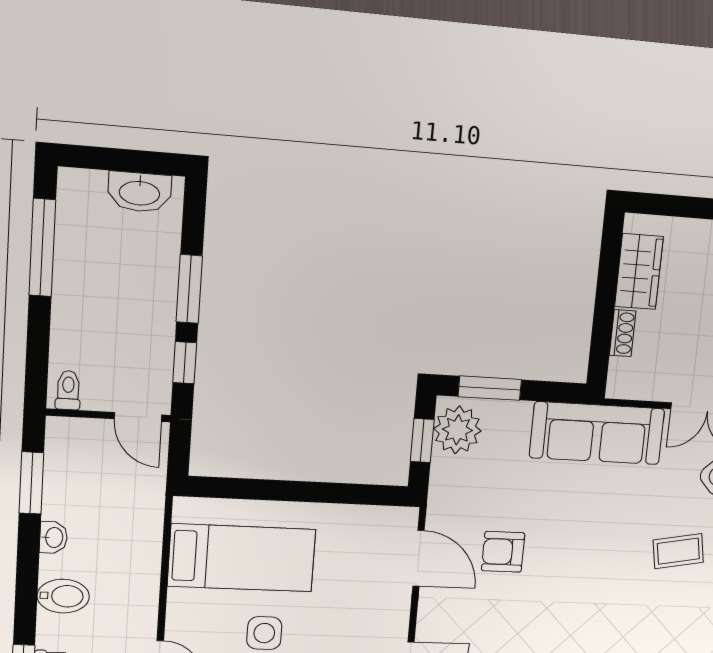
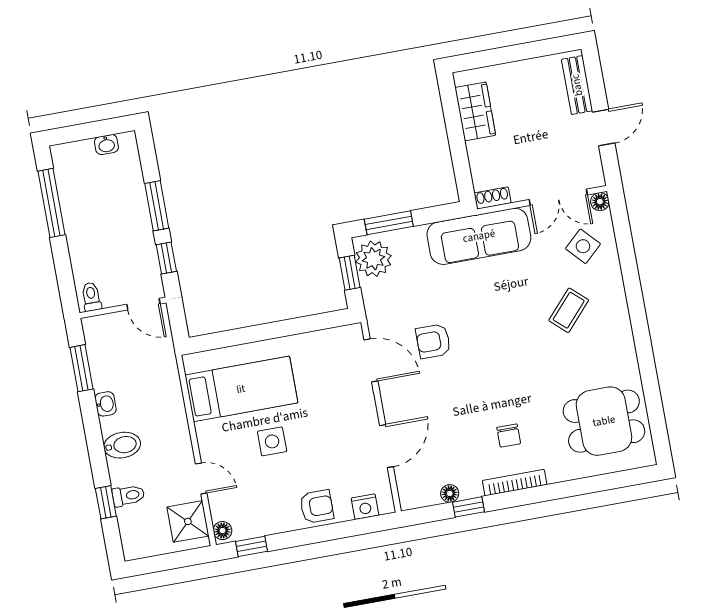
washbasin: (140, 192) -> (106, 145), width x0.52, depth x0.69
shoe rack: (623, 333) -> (493, 198), moved, turned -90
coffee table: (678, 551) -> (569, 310), turned -38

